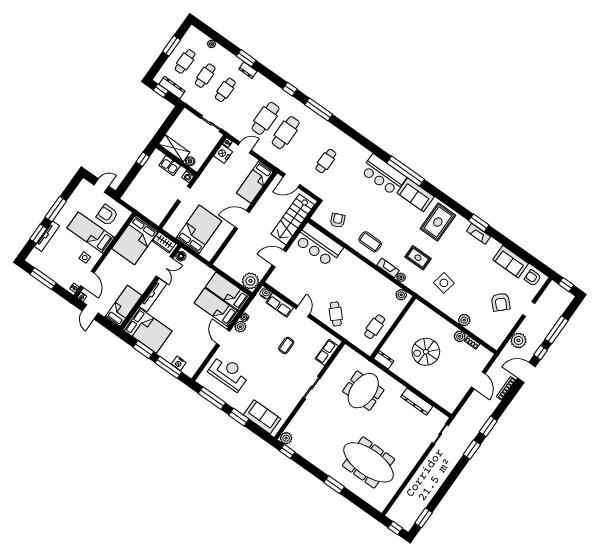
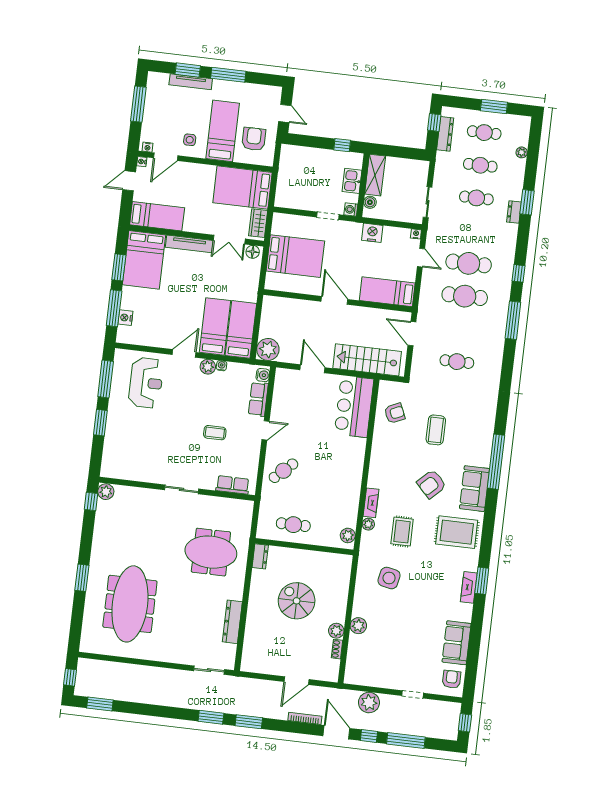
nightstand: (223, 154) -> (372, 233), moved
bar counter: (383, 175) -> (478, 438), removed
coffee table: (370, 242) -> (436, 430), moved
armchair: (501, 302) -> (431, 484), moved
sofa: (262, 417) -> (116, 450), removed

